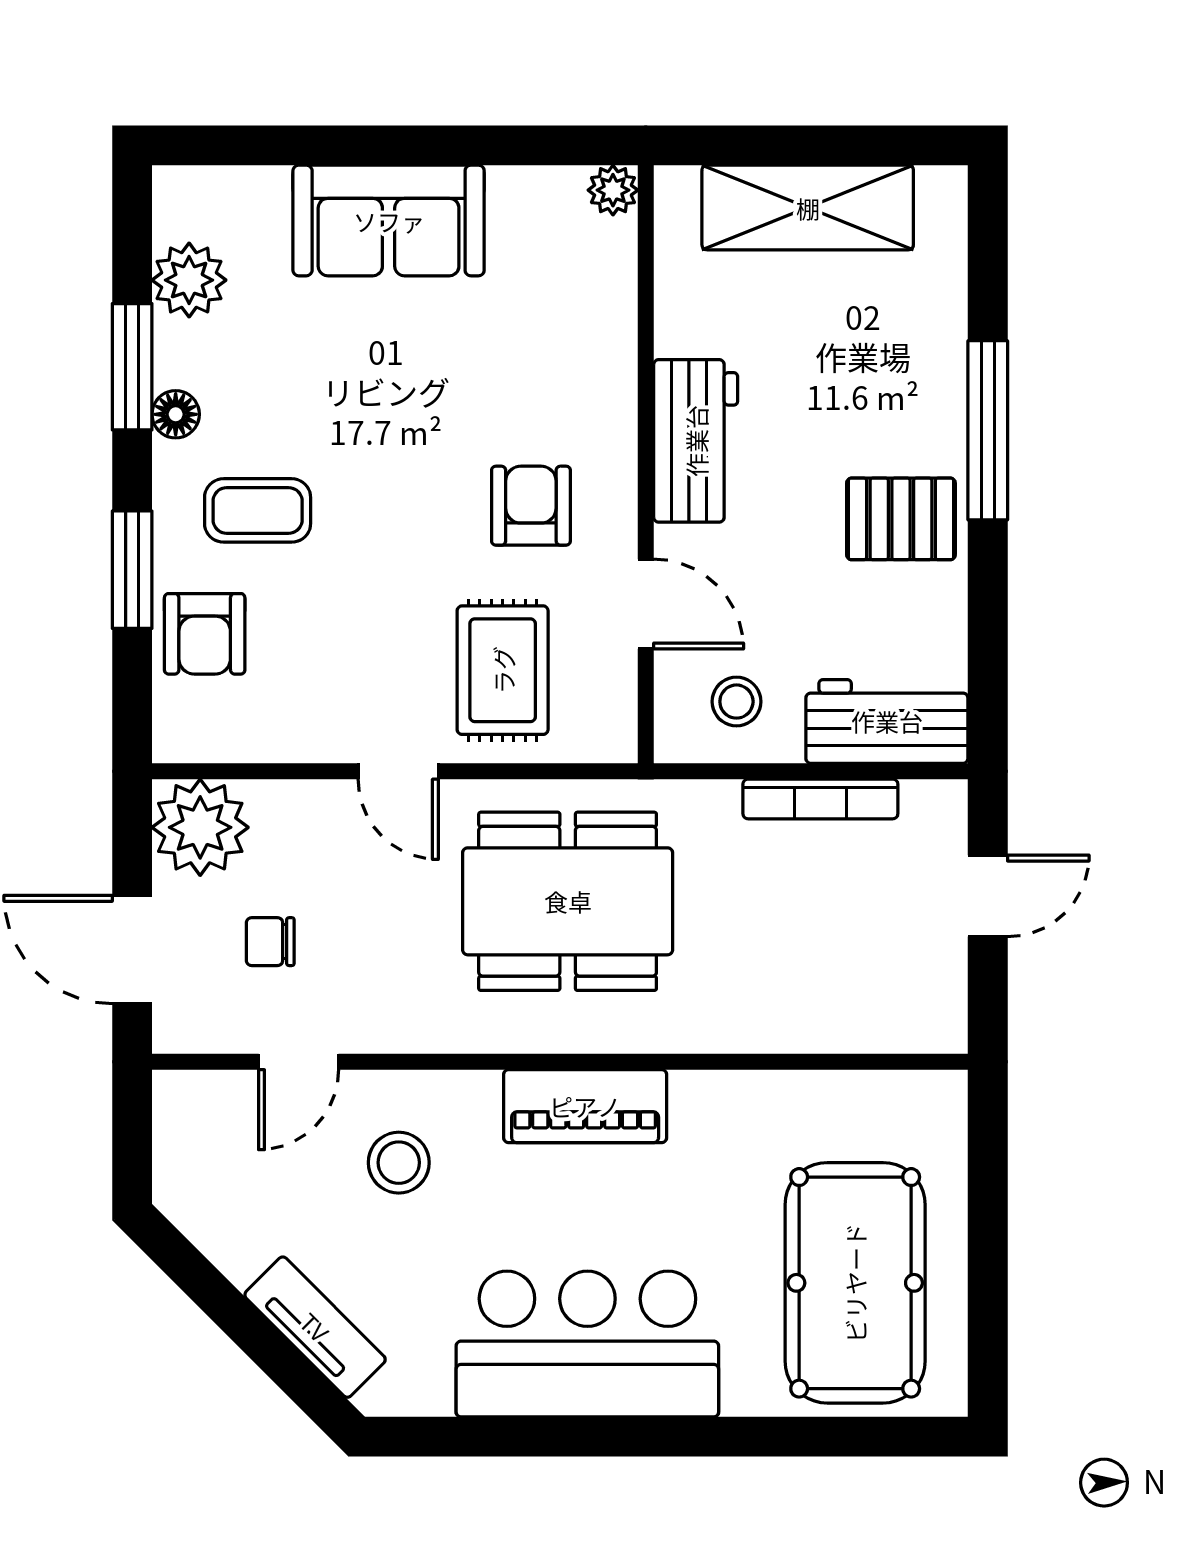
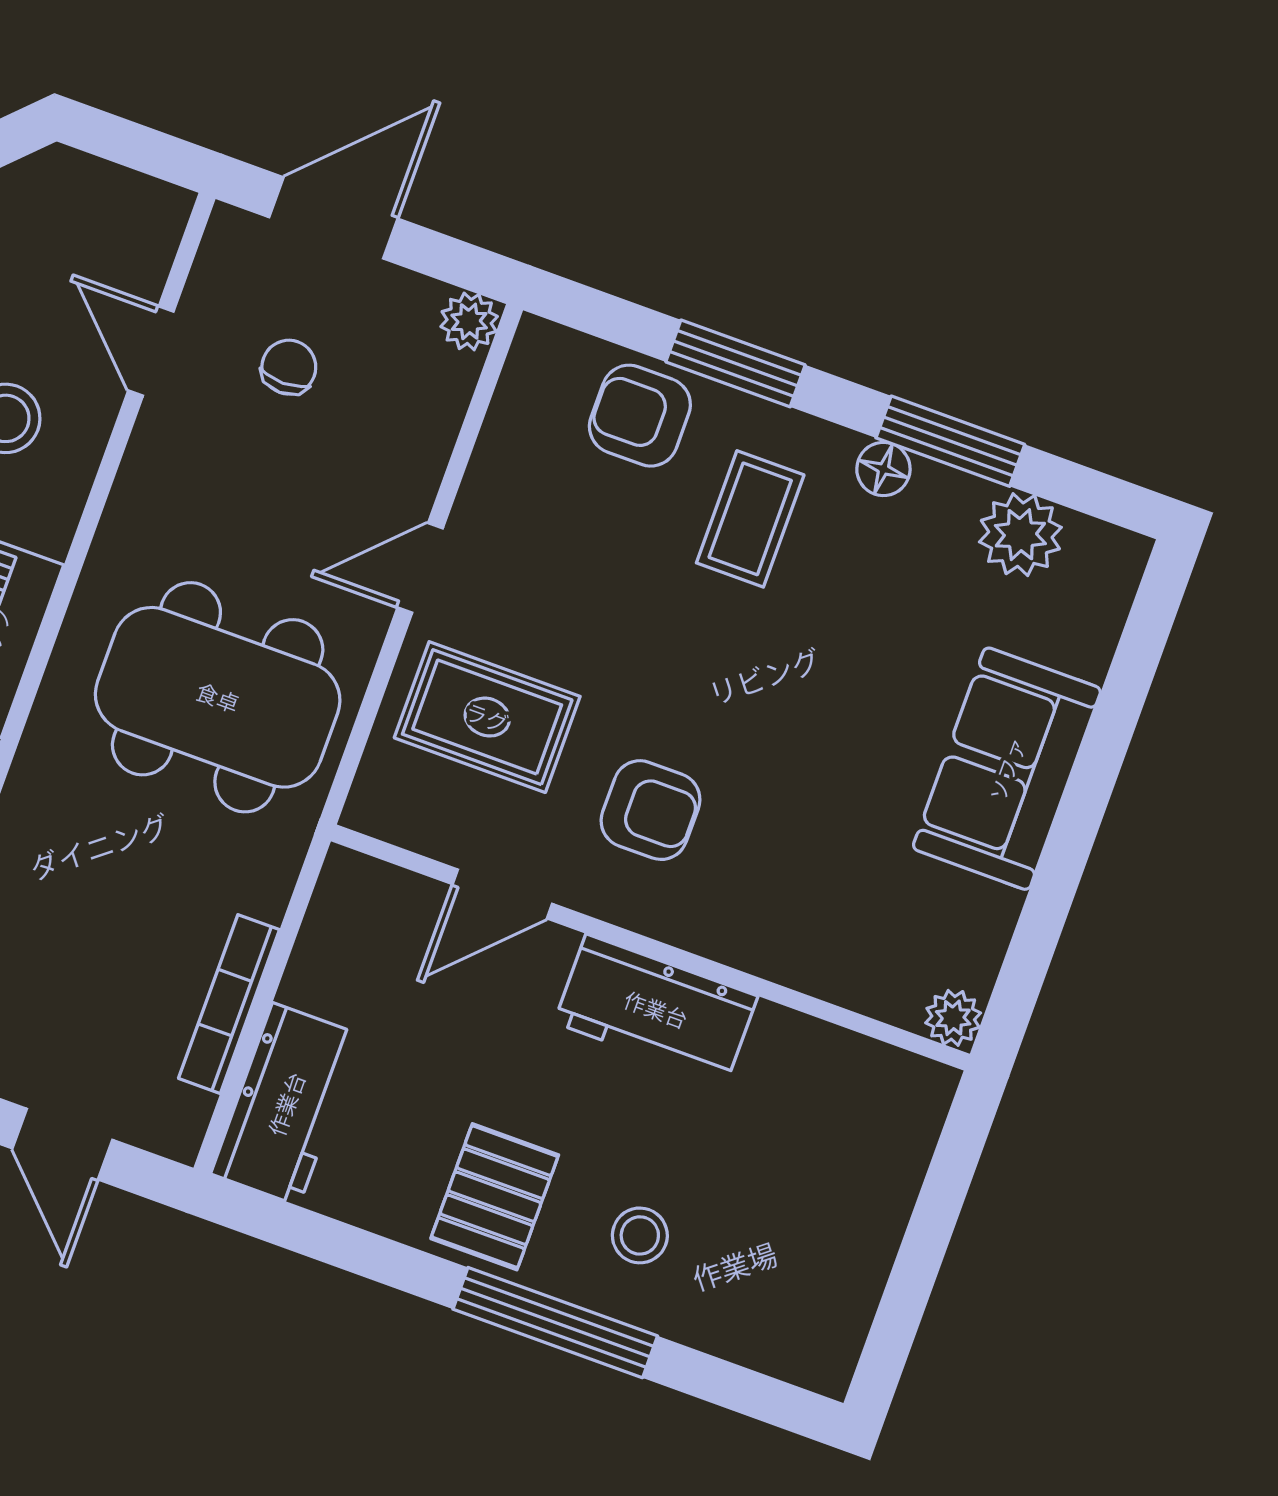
shelving: (808, 208) -> (860, 1217), removed
stool: (736, 702) -> (640, 1235), moved
plant: (200, 827) -> (469, 321), width x0.53, depth x0.53
dining table: (568, 901) -> (218, 697), turned 90

